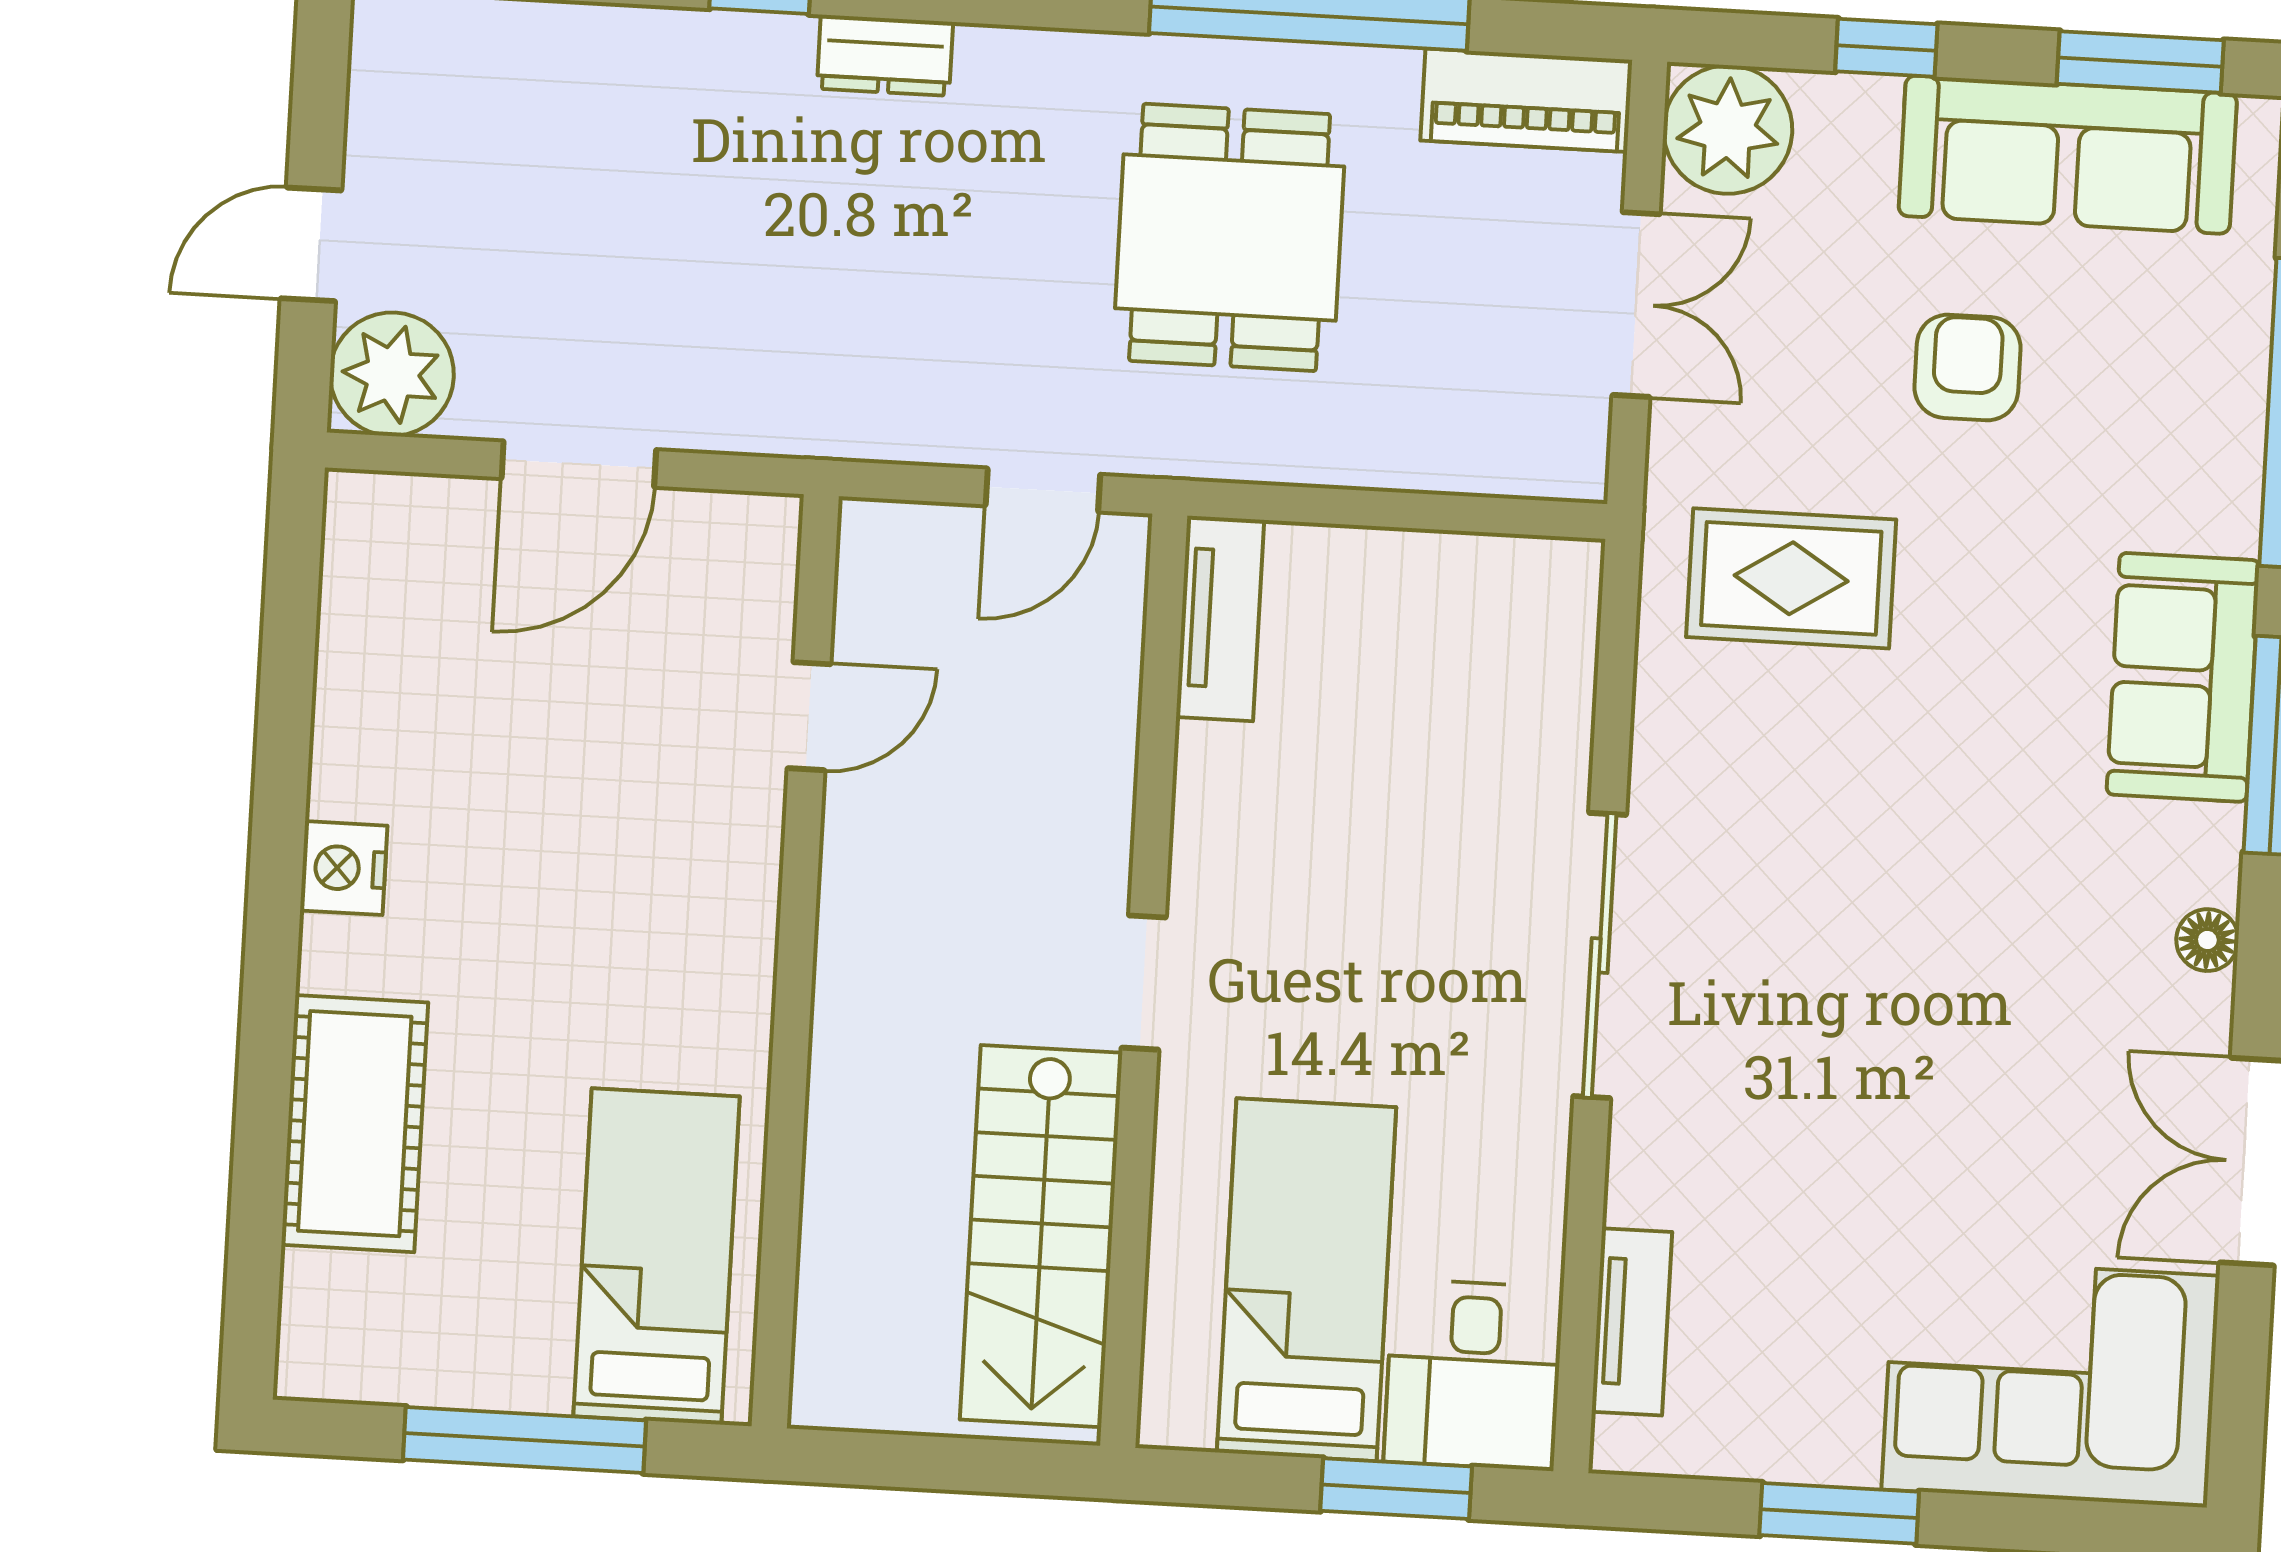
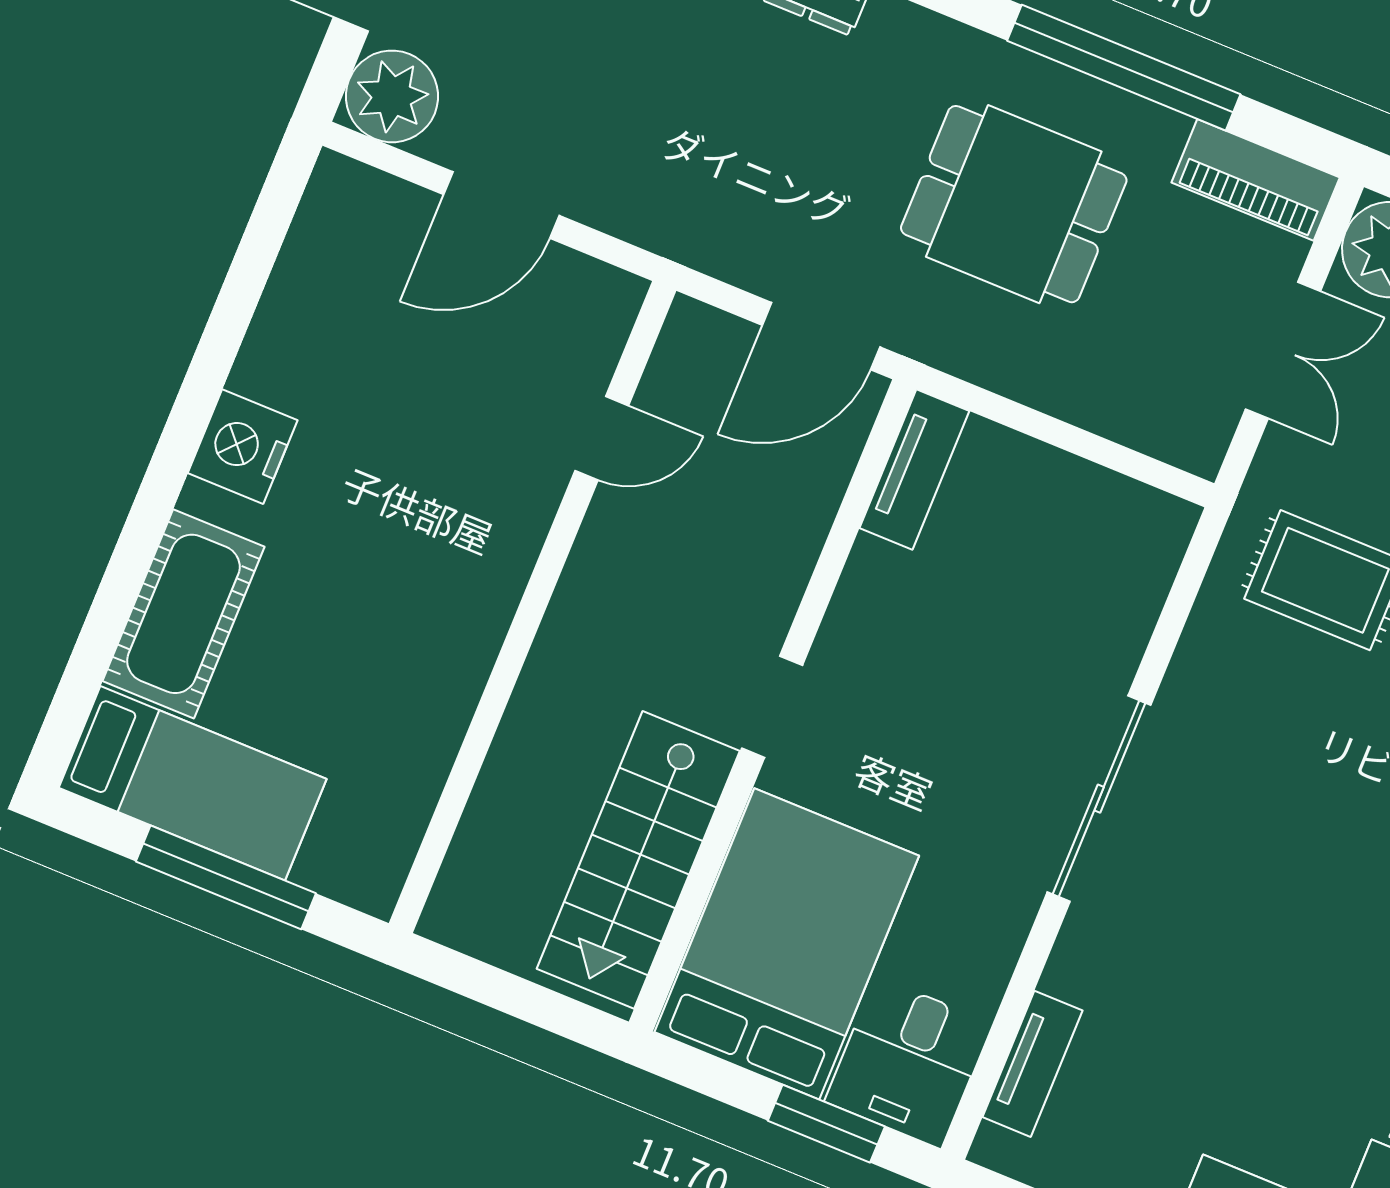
dining table: (1230, 237) -> (1014, 204), turned 90
door: (1043, 490) -> (821, 336), width x1.38
nightstand: (344, 868) -> (243, 447), width x1.36, depth x1.33
bed: (657, 1256) -> (193, 783), moved, turned 90
bed: (1307, 1280) -> (787, 944), width x1.50

